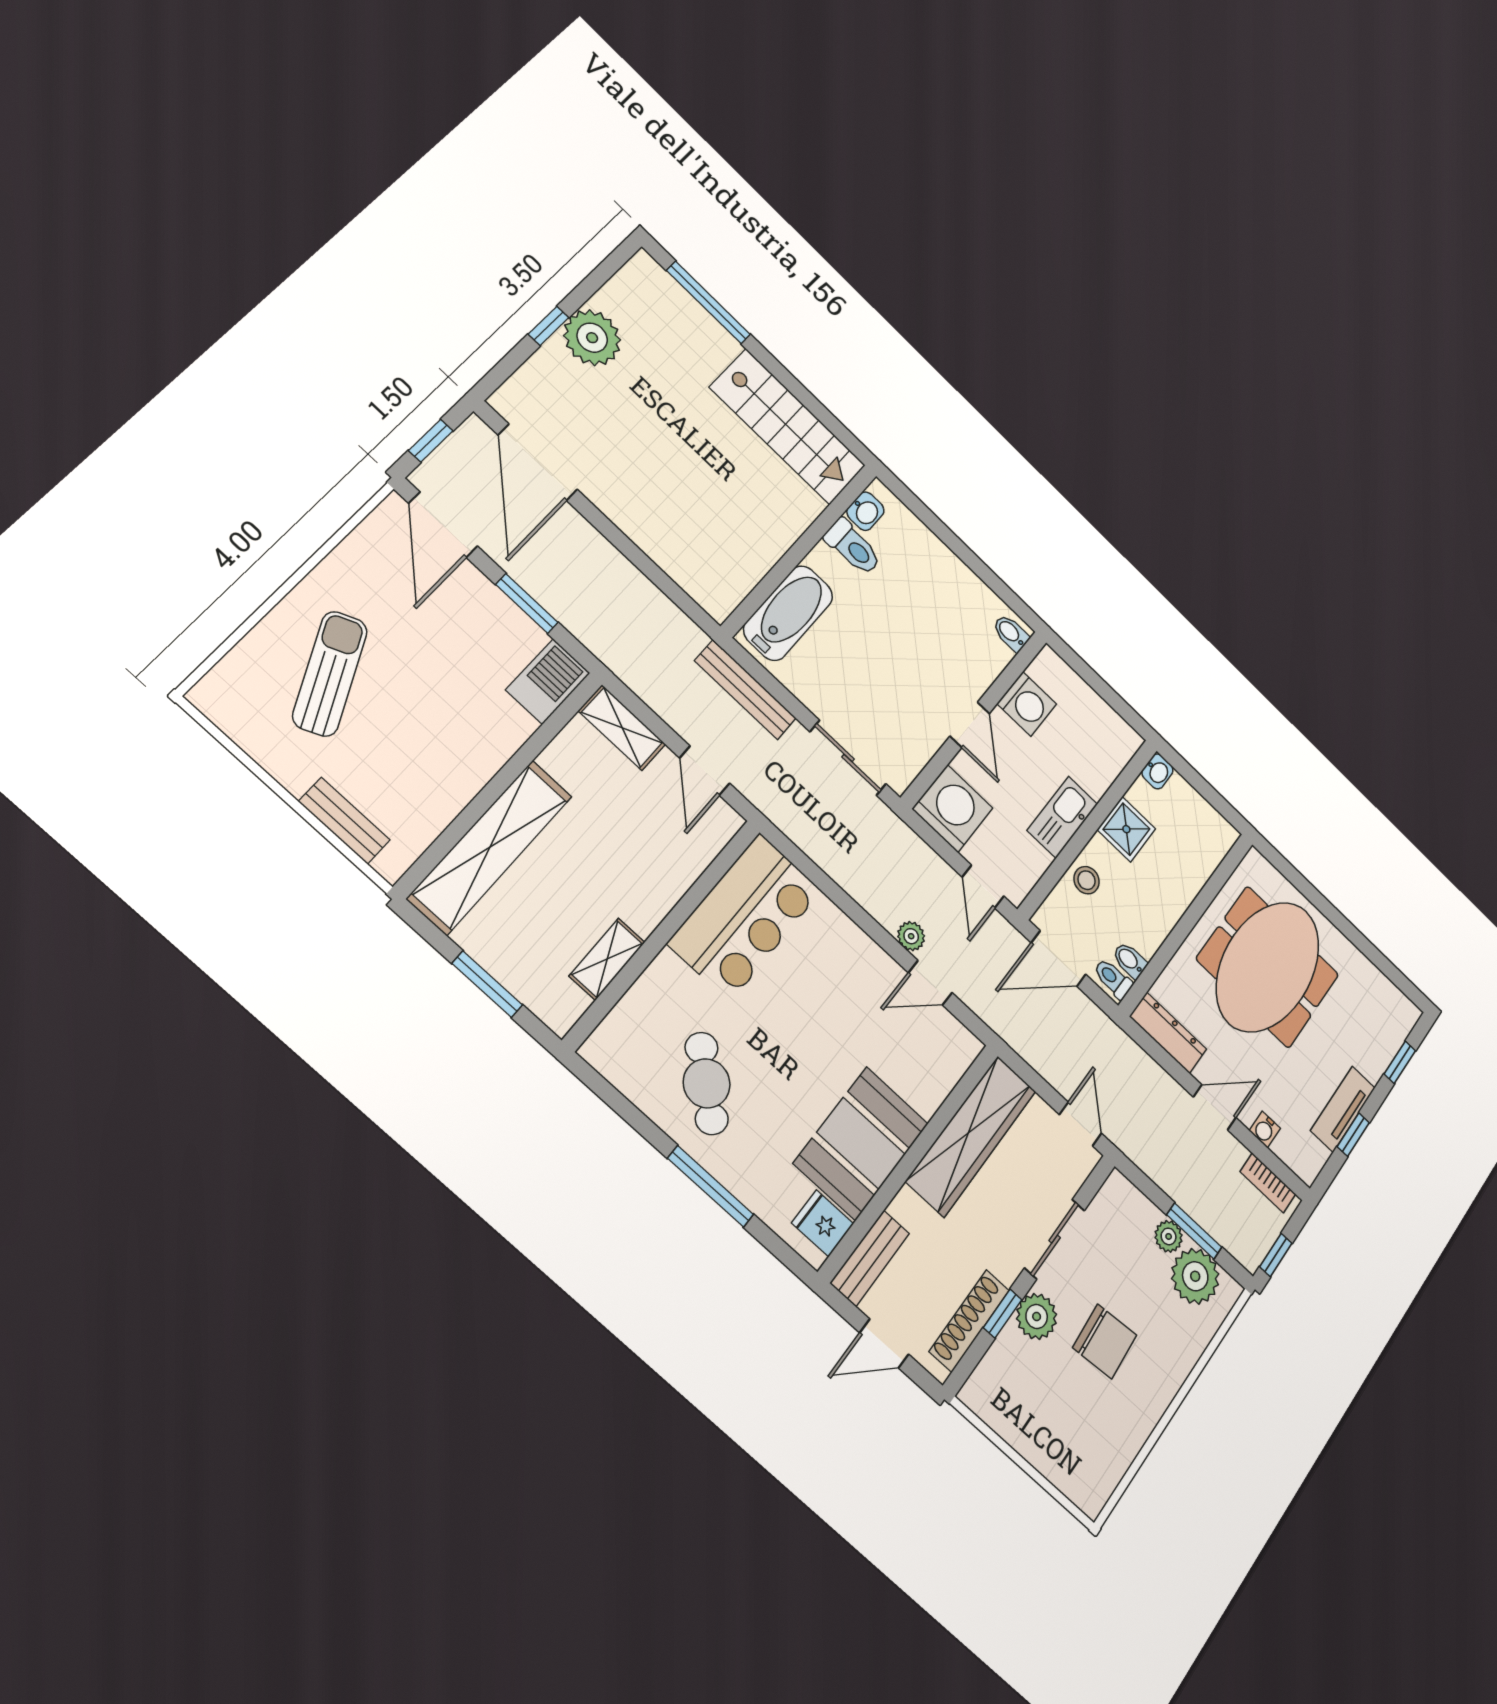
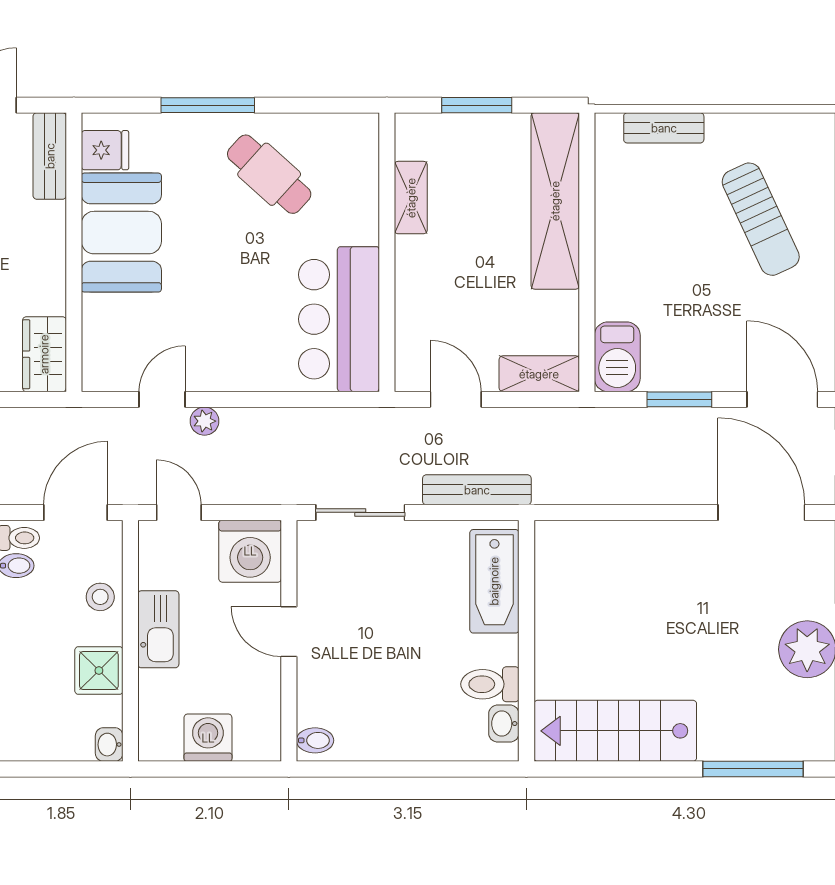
washing machine: (1027, 704) -> (208, 738), moved, turned 90
wardrobe: (971, 1136) -> (44, 354), width x0.48, depth x0.85

